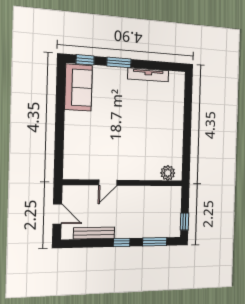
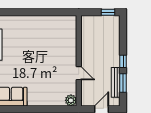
plant: (168, 173) -> (71, 100), moved
window: (155, 242) -> (123, 83), moved

